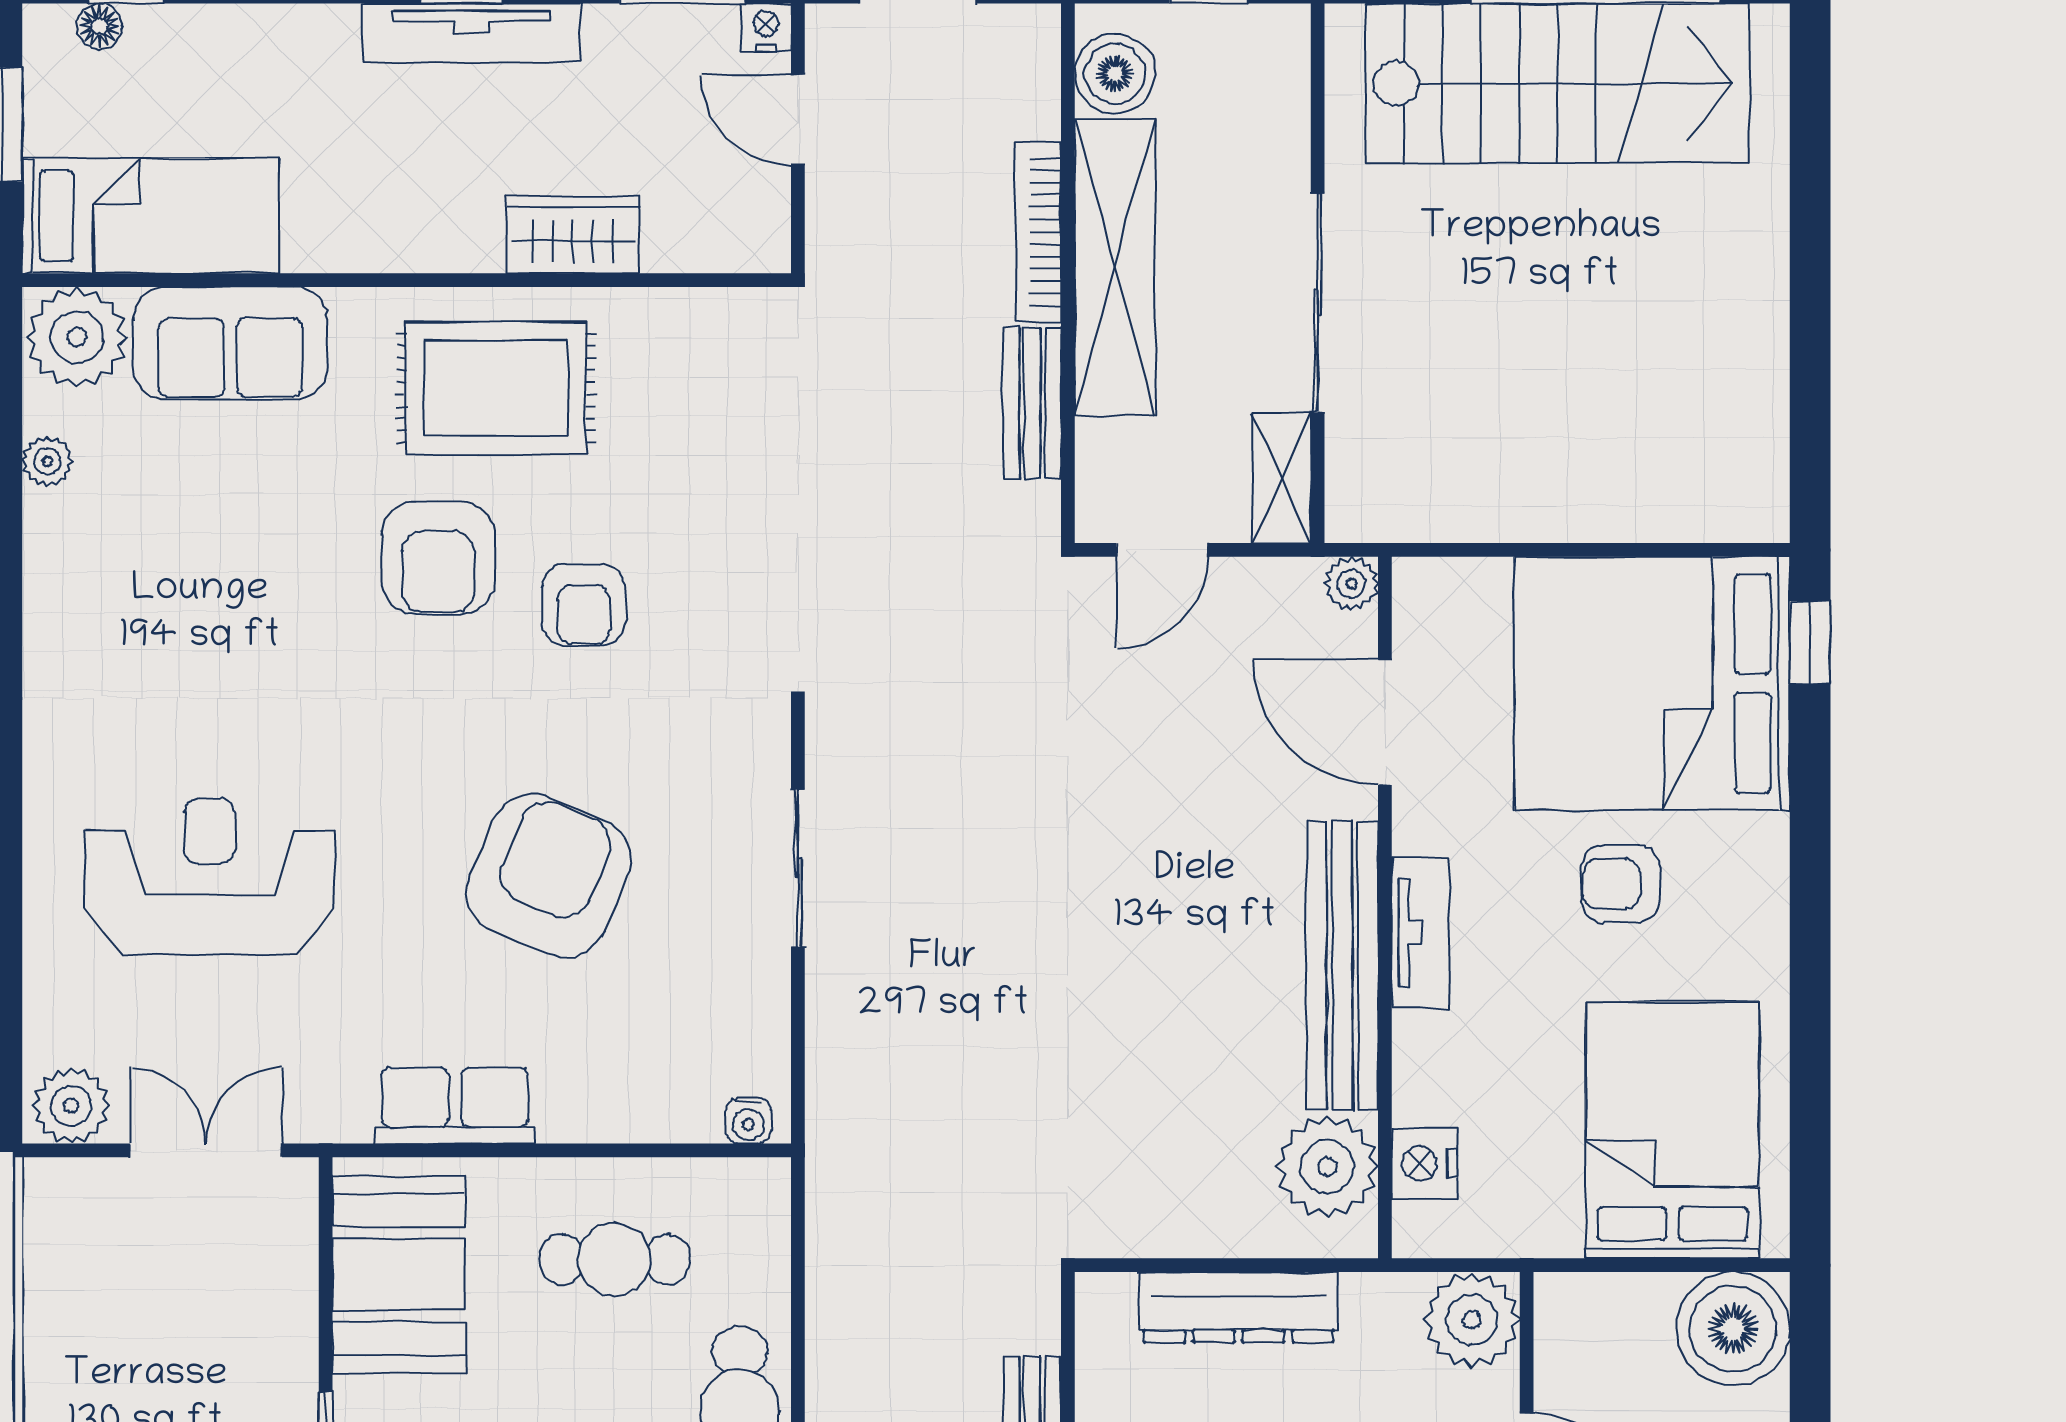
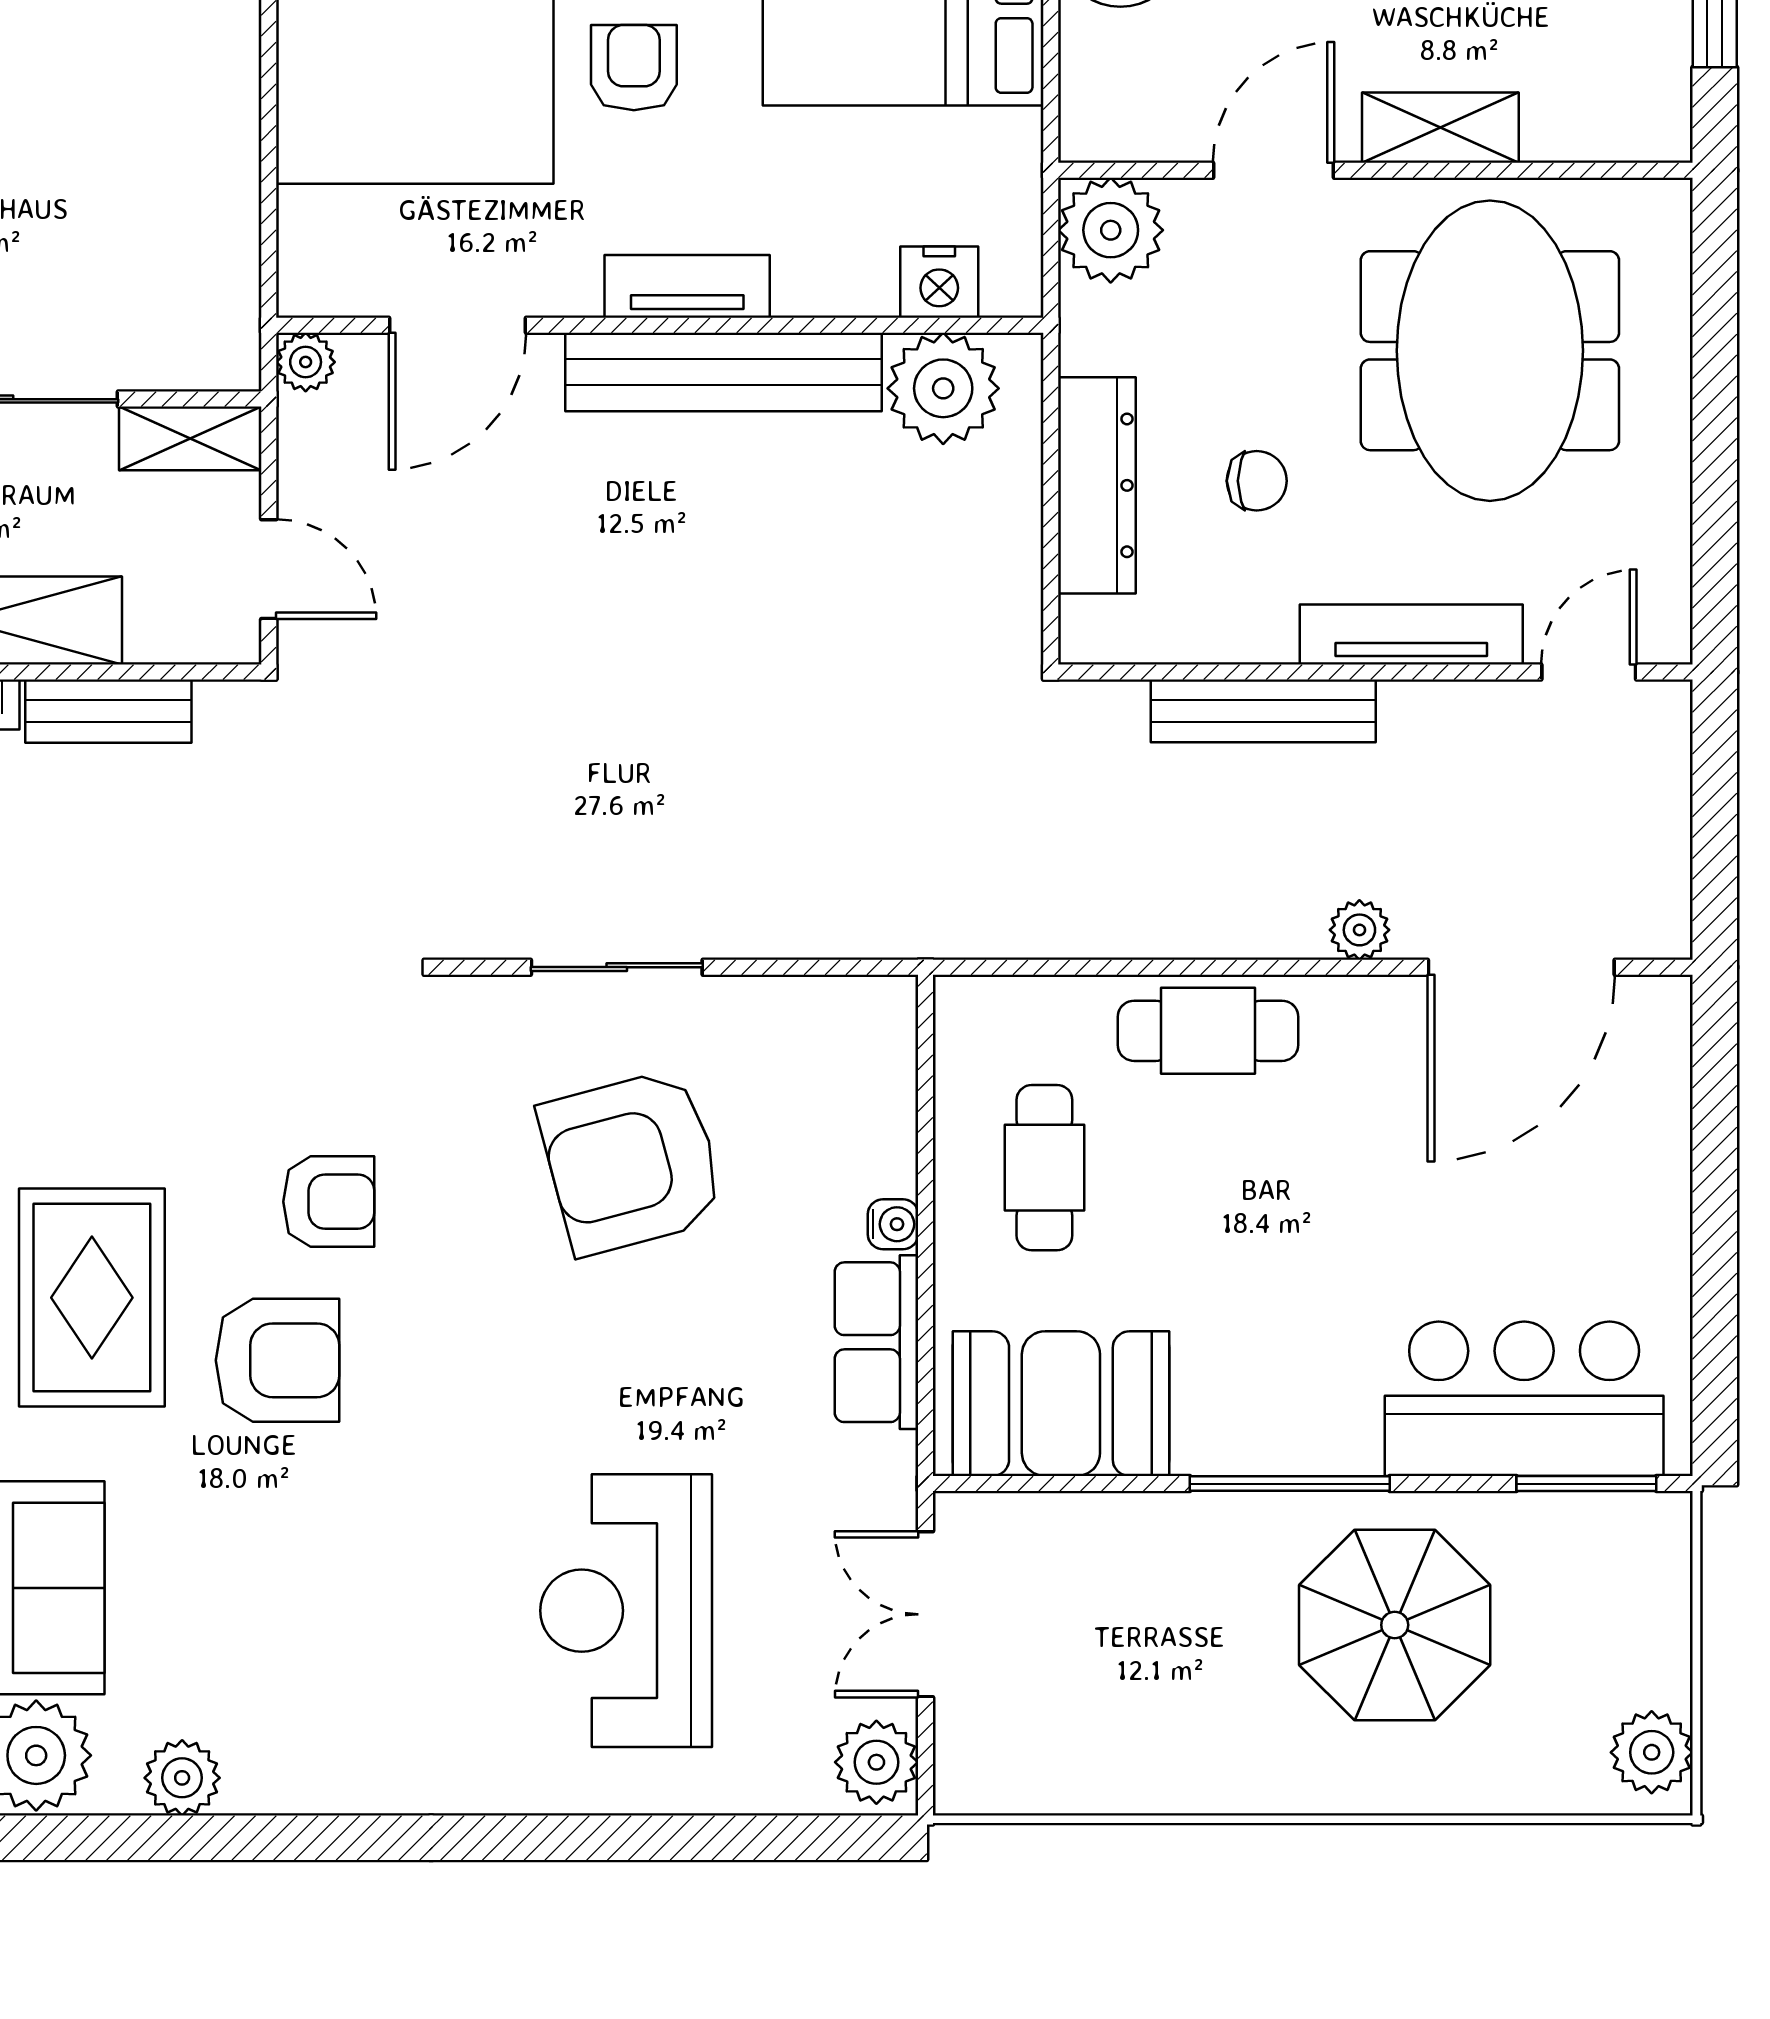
plant: (47, 461) -> (182, 1778), width x1.38, depth x1.38
armchair: (549, 876) -> (632, 1162), moved, turned -38
armchair: (1621, 884) -> (634, 68), turned 180
water cooler: (748, 1121) -> (893, 1224), moved

